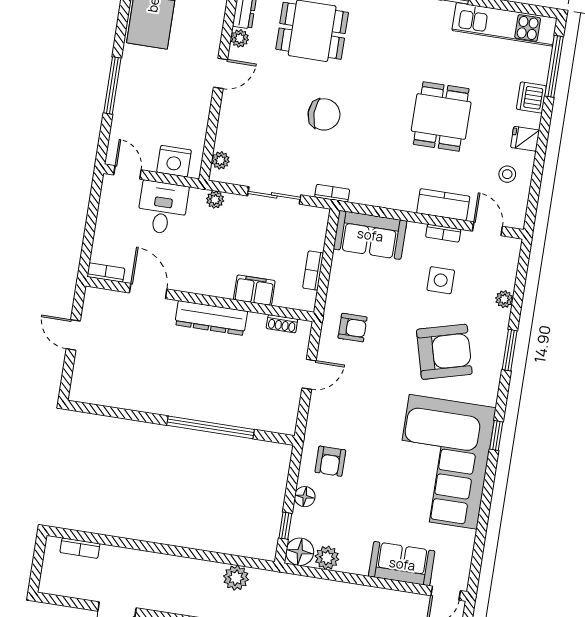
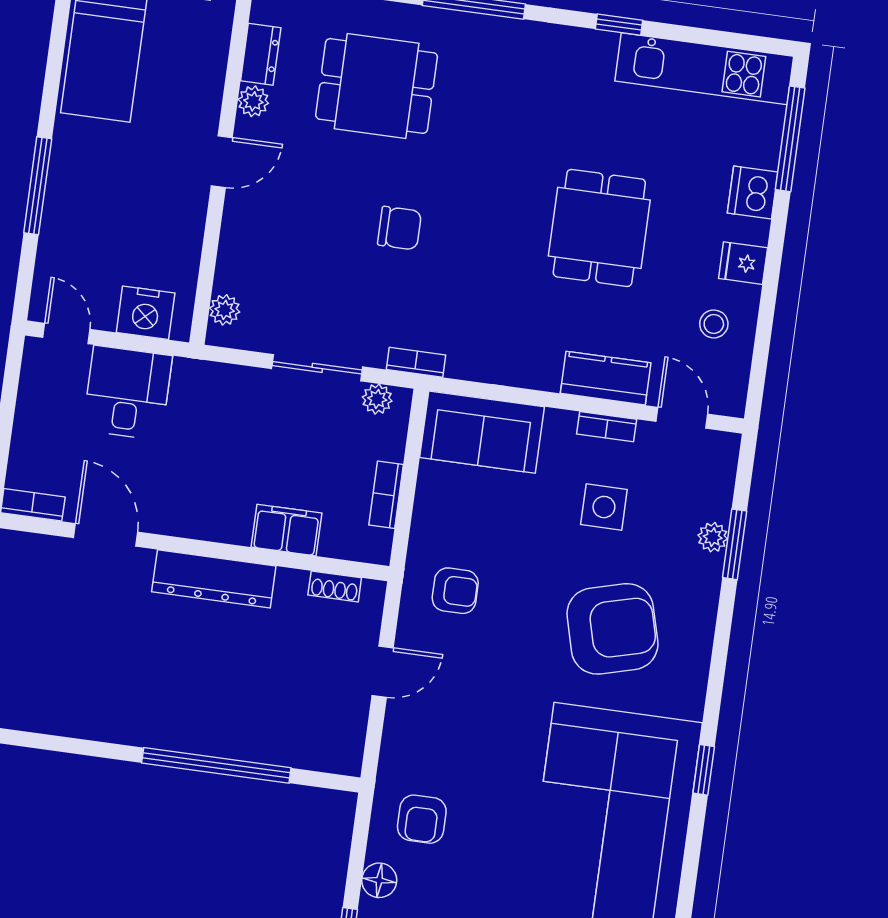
chair: (324, 114) -> (399, 228), width x0.73, depth x0.73
plant: (215, 200) -> (377, 399), moved
window: (510, 350) -> (735, 544), moved

